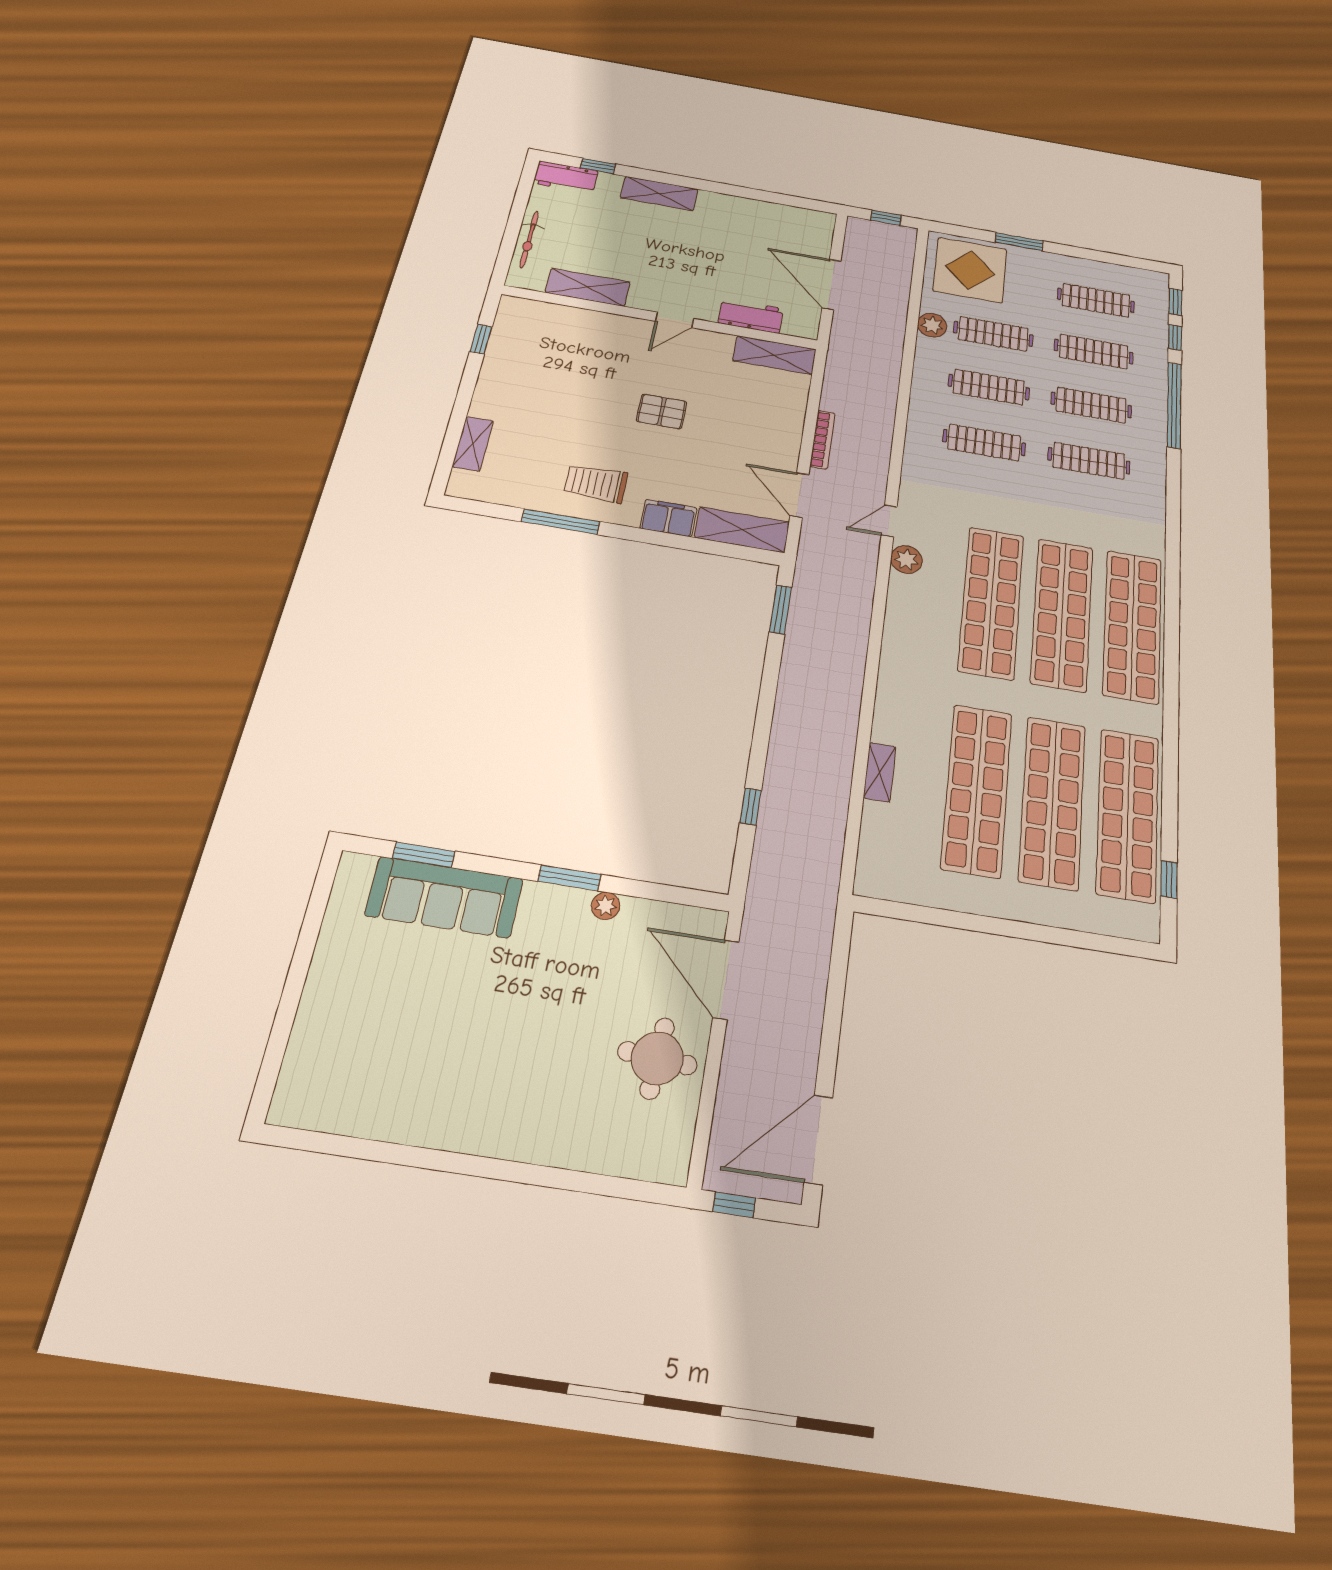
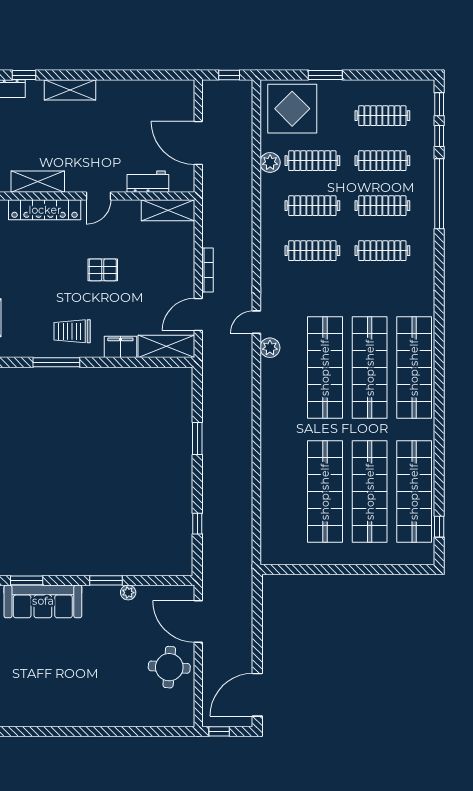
locker: (590, 322) -> (45, 210), added
door: (799, 495) -> (198, 314), hinge flipped
window: (781, 610) -> (197, 438), moved
shelving: (880, 772) -> (268, 491), removed

